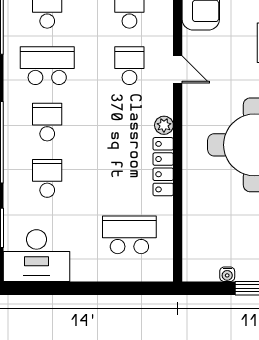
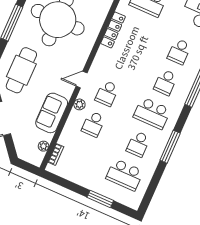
door: (178, 69) -> (82, 80), hinge flipped
plant: (164, 125) -> (79, 104), moved

